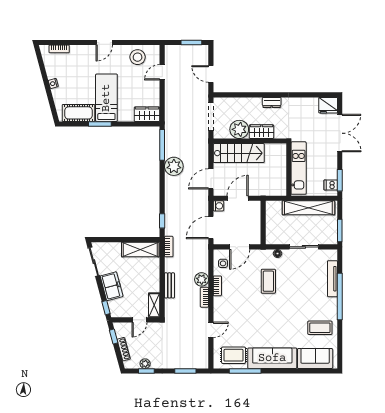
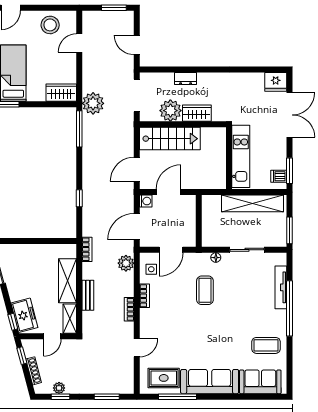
dresser: (272, 102) -> (186, 79), moved
plant: (174, 166) -> (93, 103), moved
window: (162, 221) -> (79, 198), moved
shelving: (140, 250) -> (68, 281), moved, turned 90
plant: (202, 279) -> (126, 263), moved
freezer: (112, 286) -> (24, 315), moved

